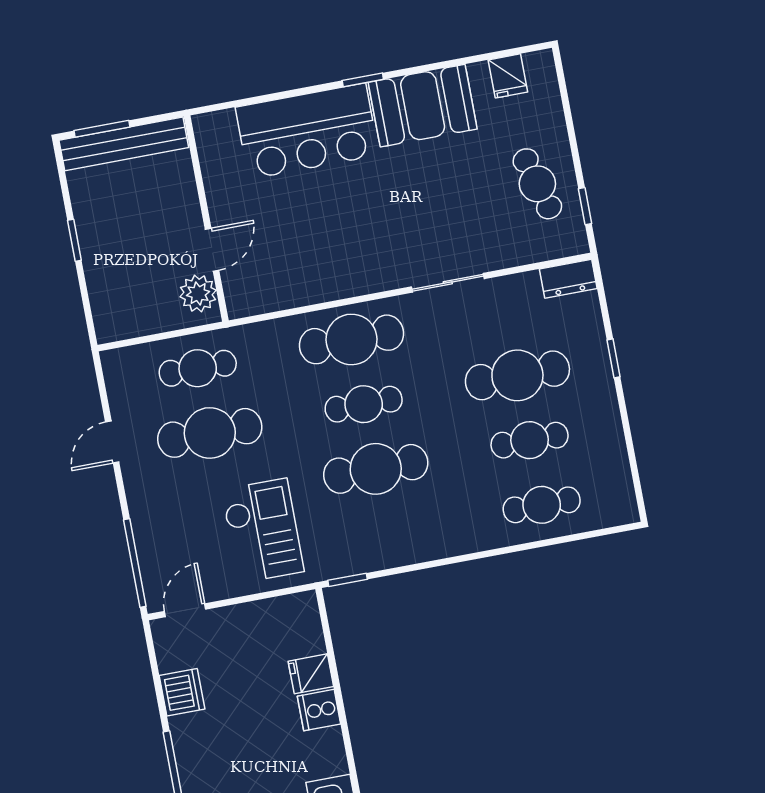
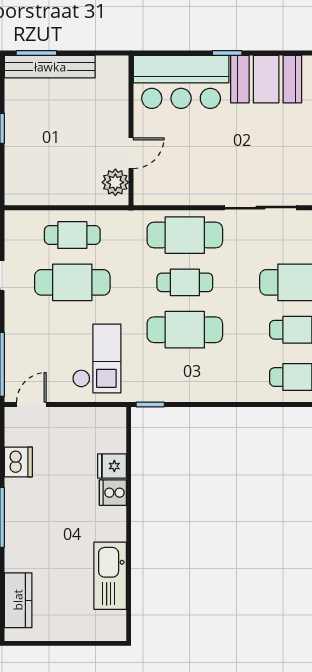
wall: (206, 219) -> (131, 130), moved
door: (212, 250) -> (131, 153), moved
sliding door: (448, 283) -> (260, 208), width x1.37
plant: (198, 294) -> (115, 182), moved

